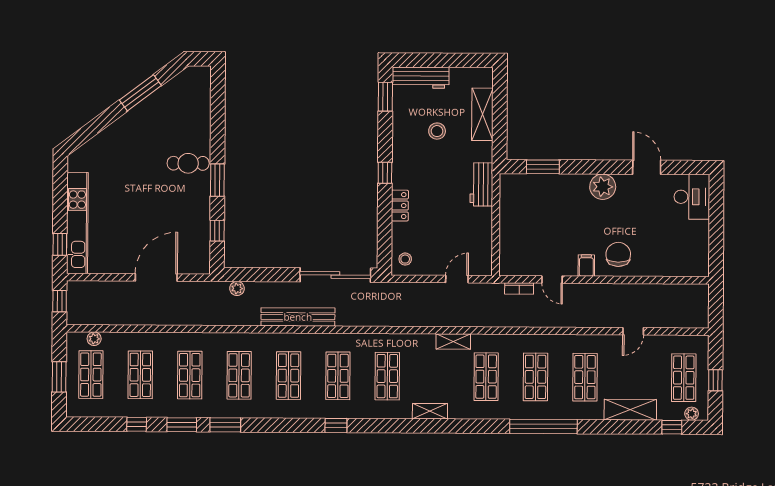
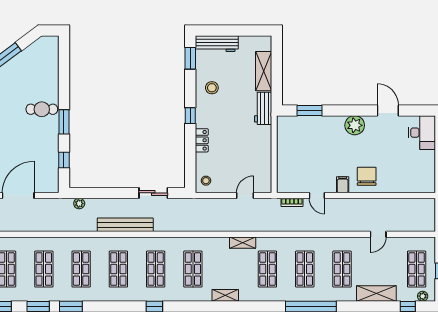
stool: (437, 131) -> (212, 88), moved
workbench: (481, 184) -> (263, 108), moved
sliding door: (335, 275) -> (153, 193), width x0.54

